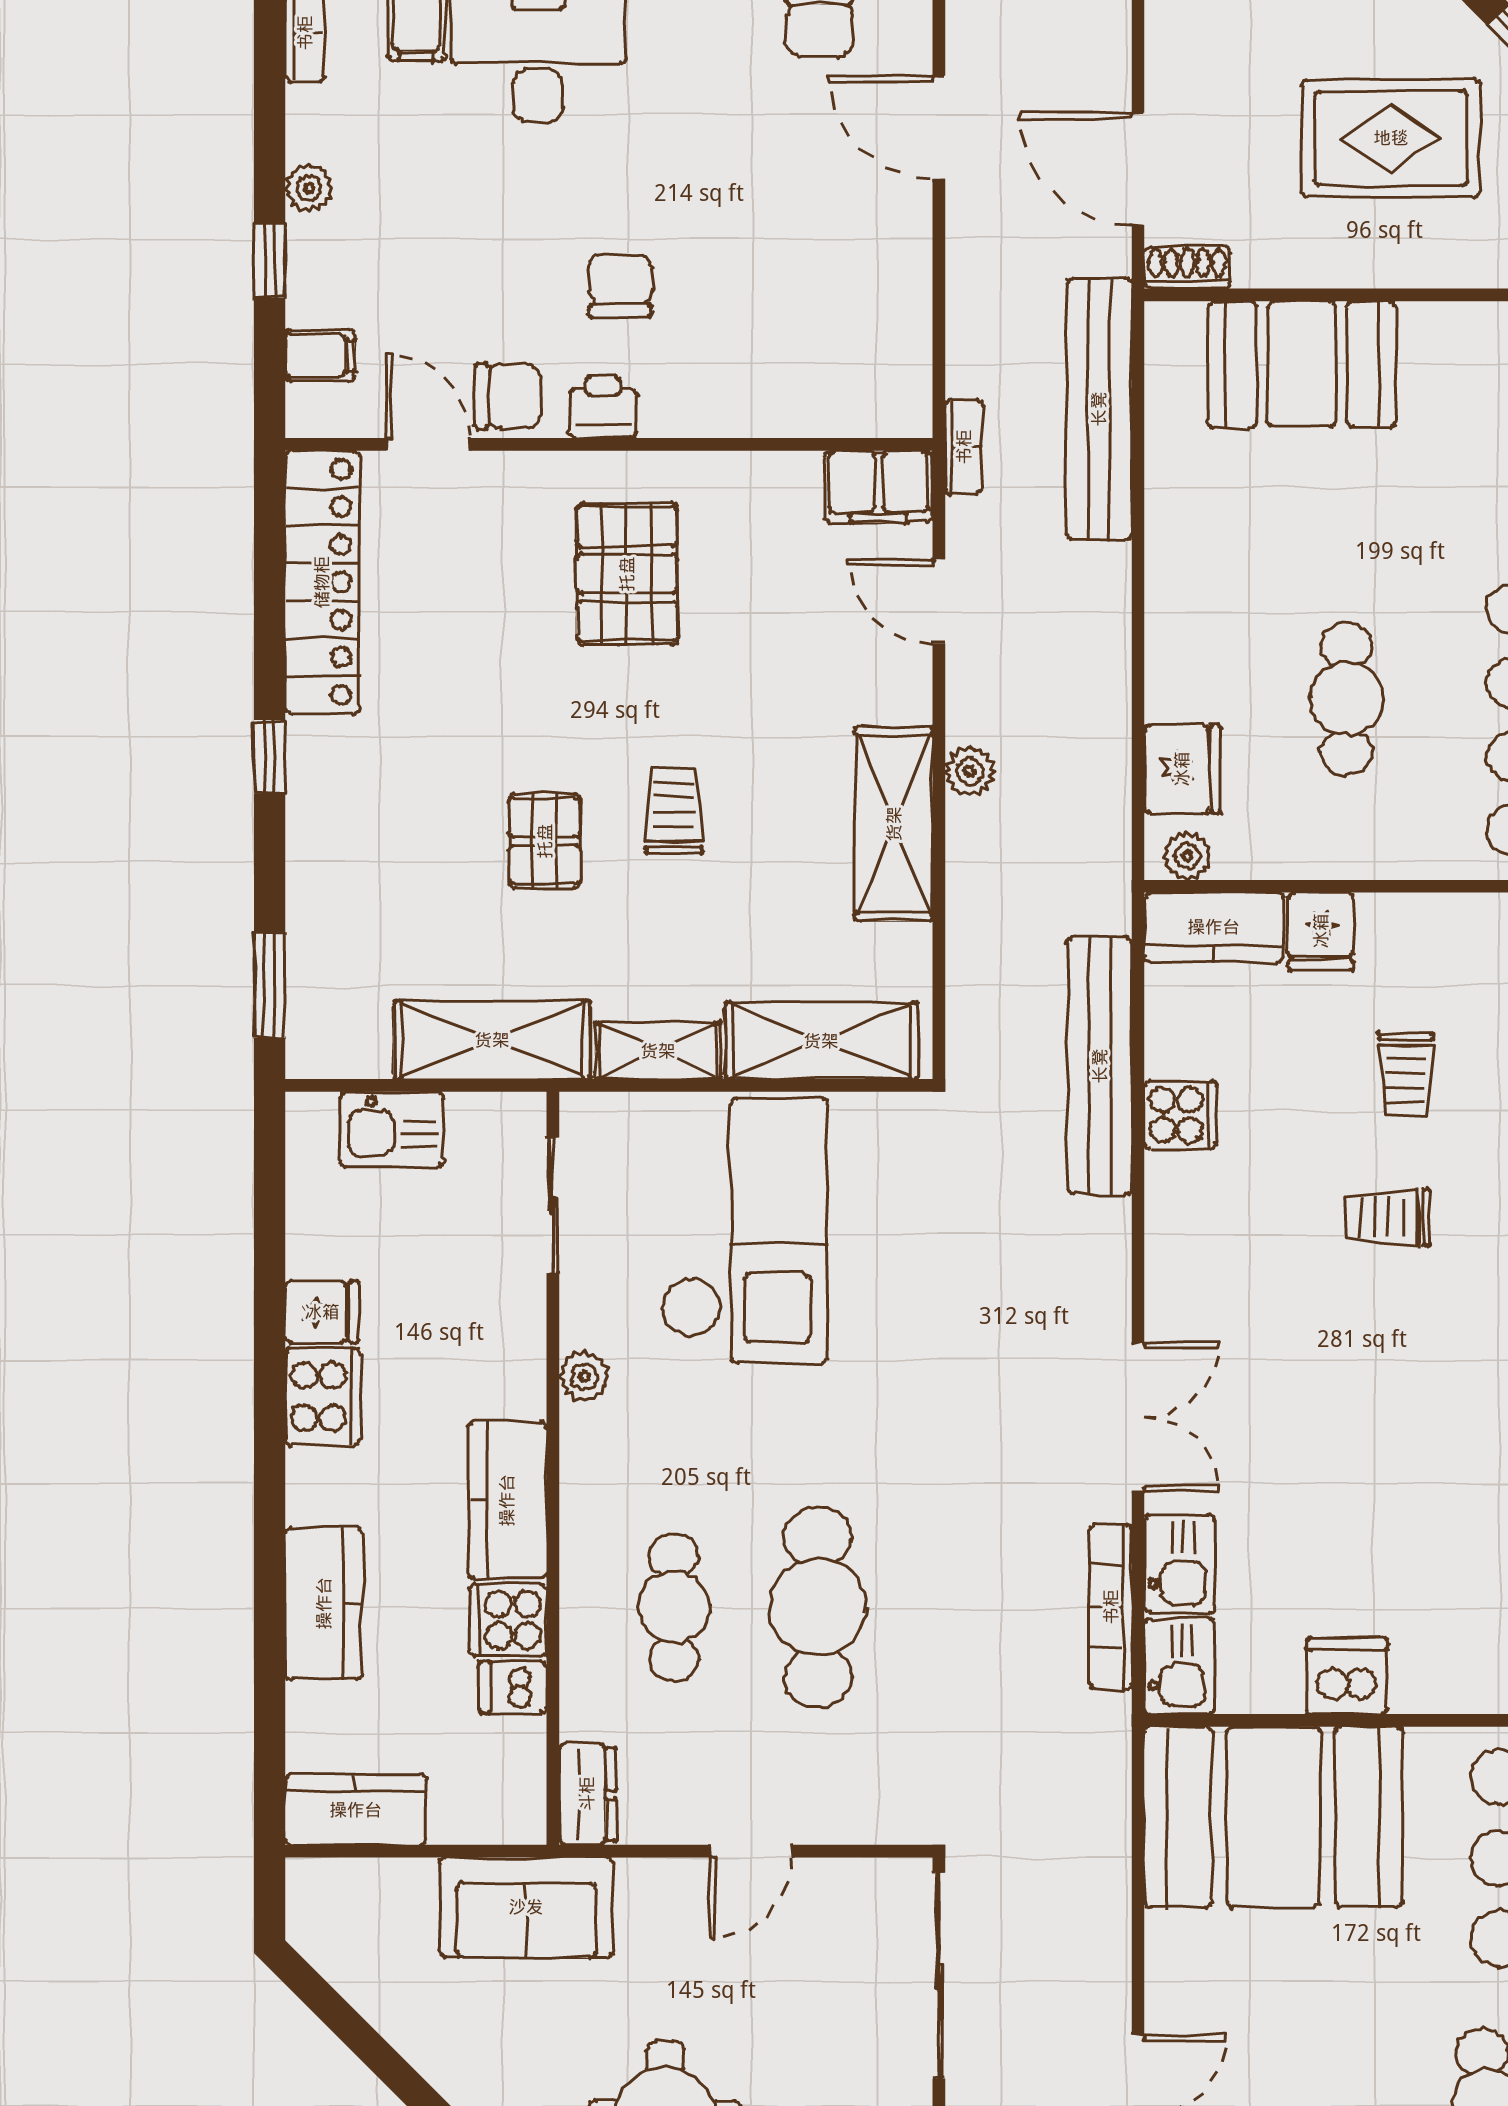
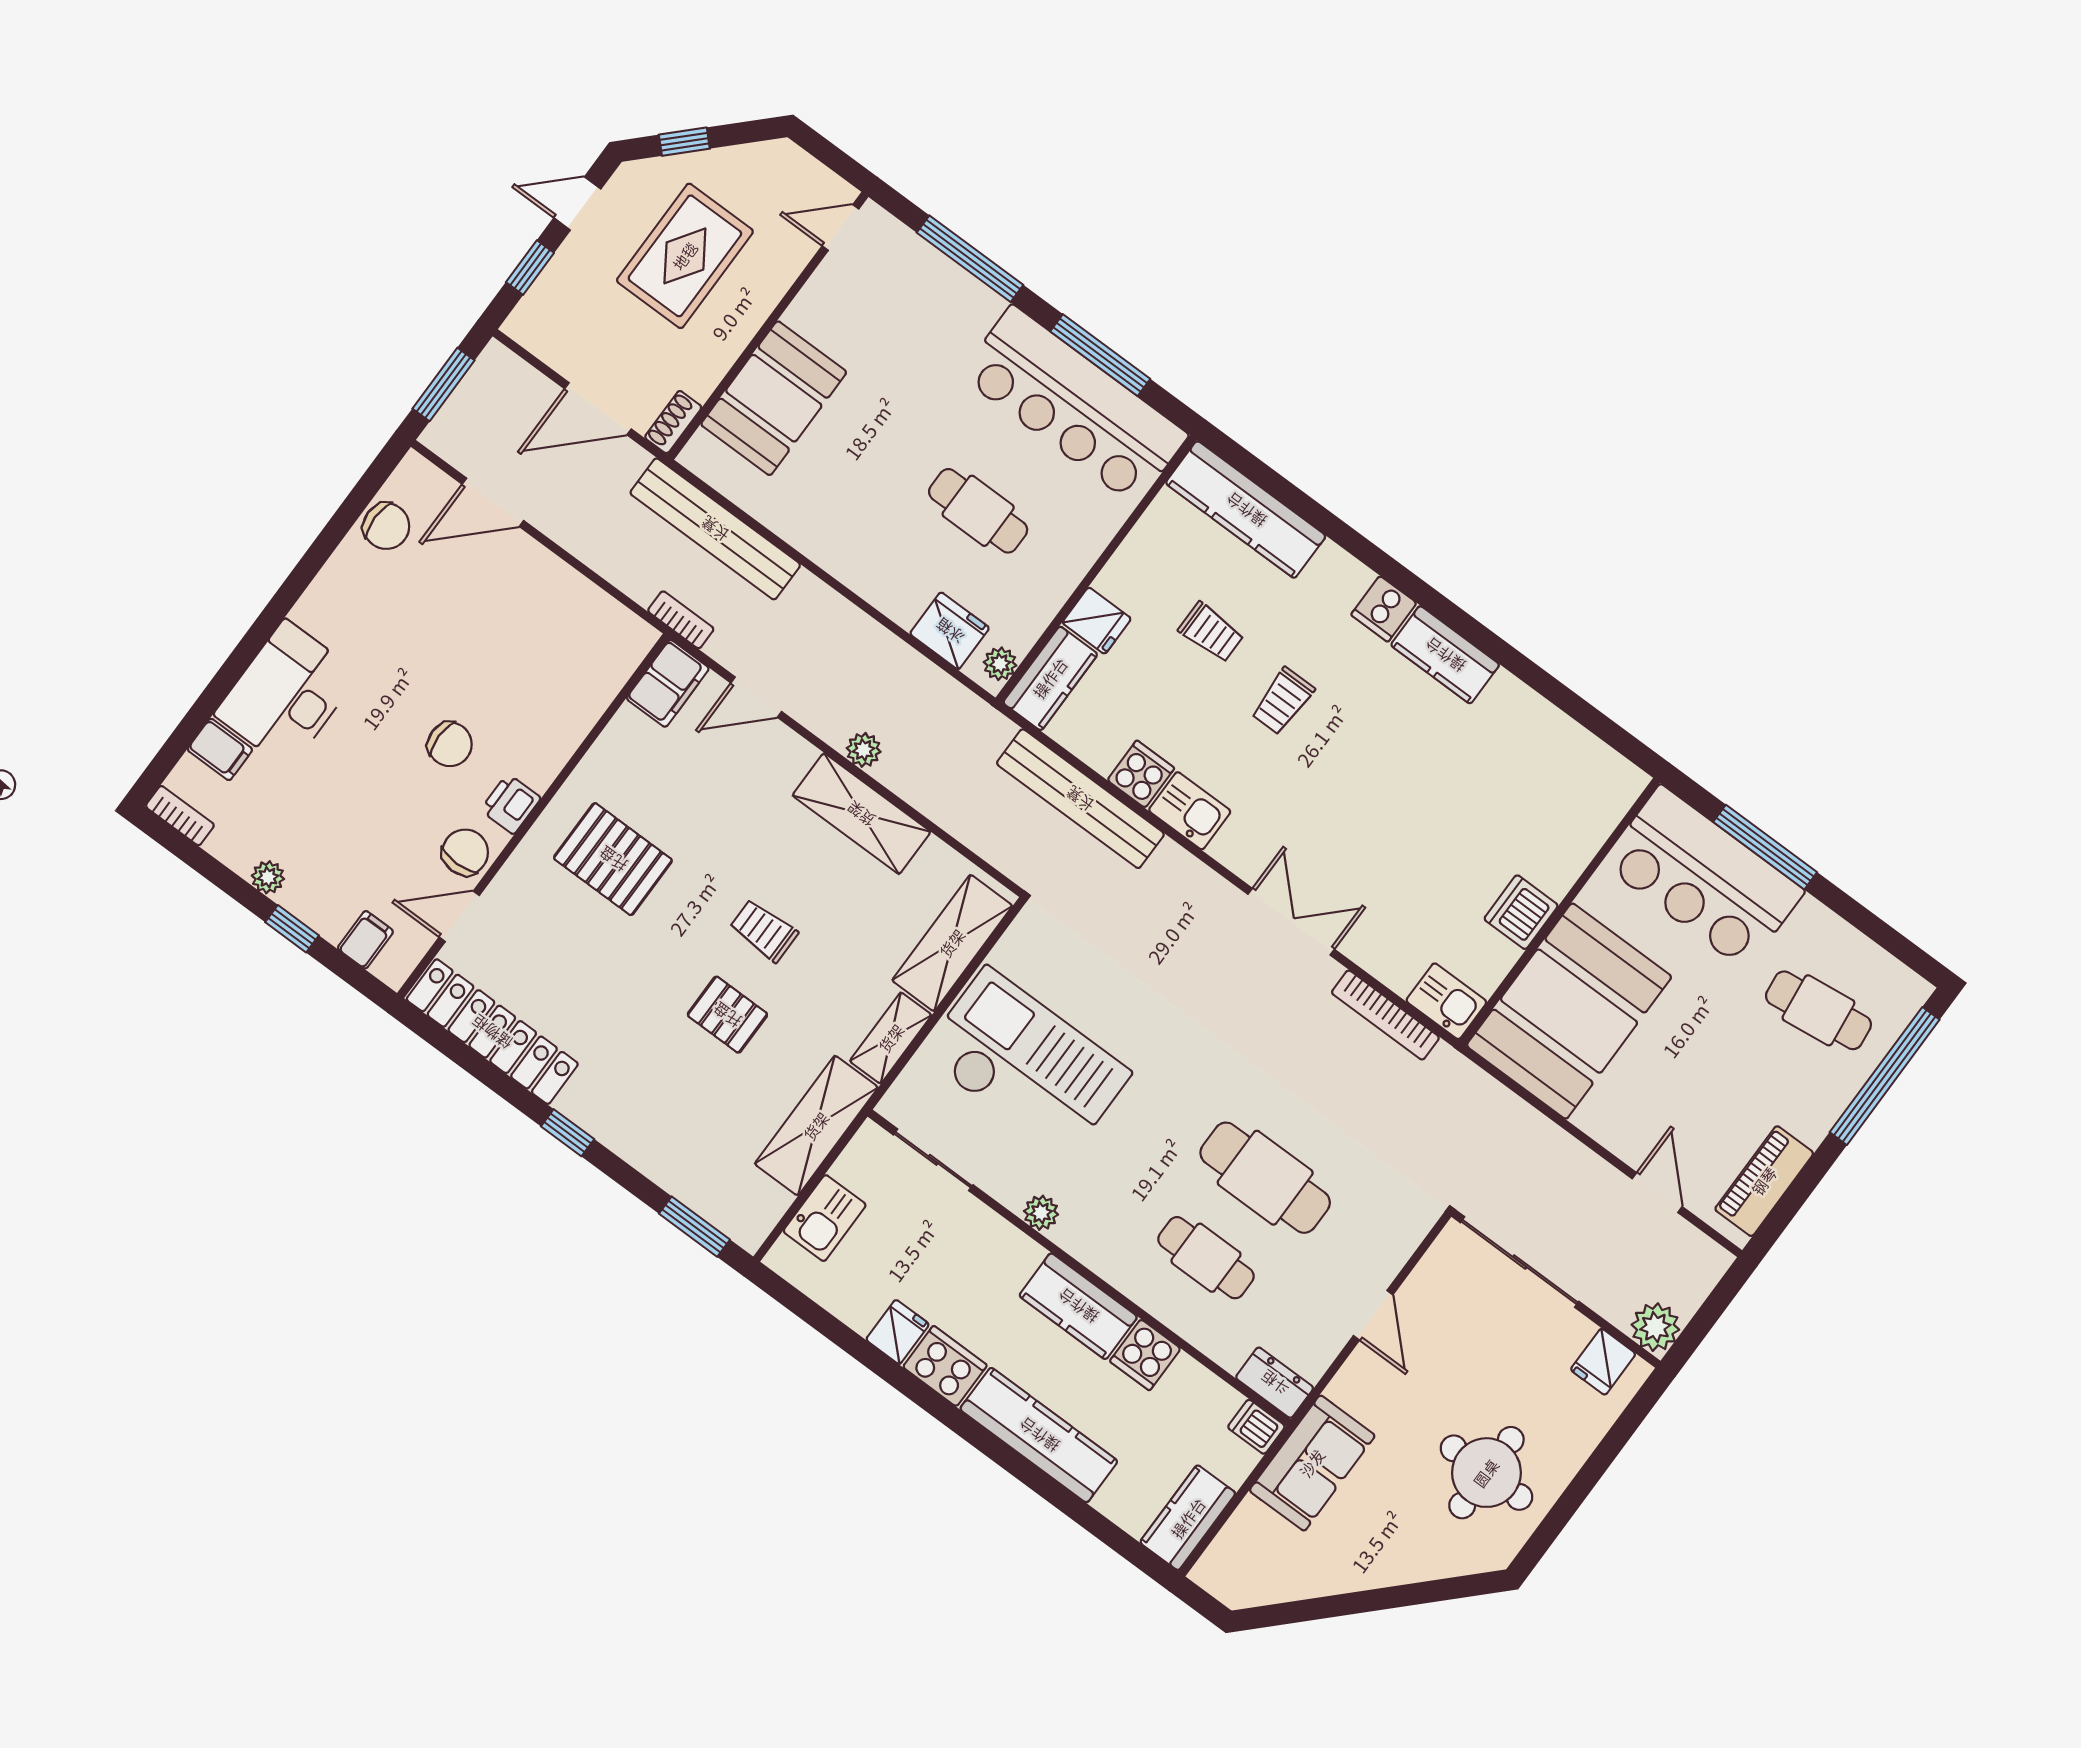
chair: (620, 285) -> (450, 744), turned 180
kitchen sink: (1180, 1564) -> (1190, 811), moved
kitchen counter: (324, 1603) -> (1039, 1435), width x1.50
dishwasher: (513, 1687) -> (1256, 1427), moved, turned 90

